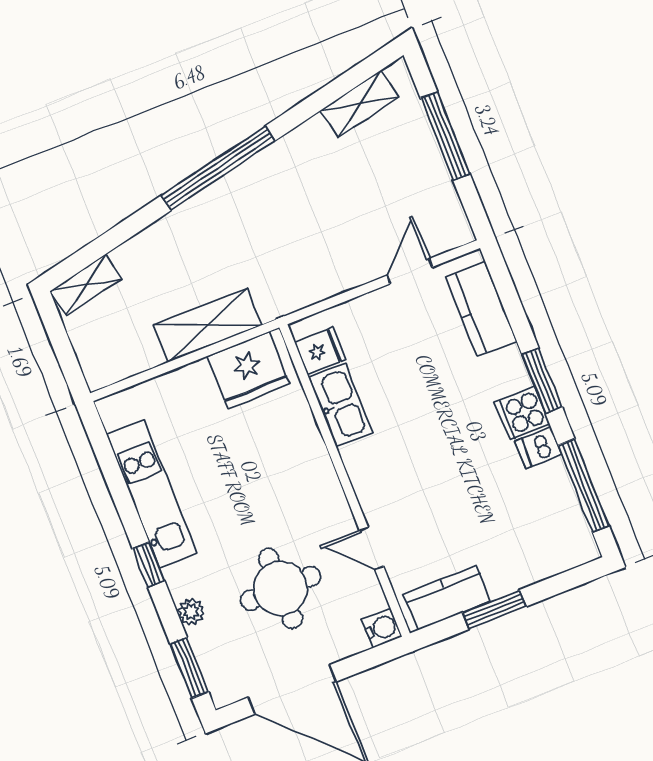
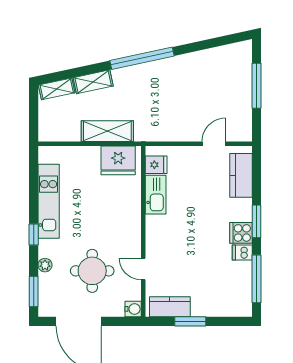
shelving: (359, 104) -> (93, 82), moved

